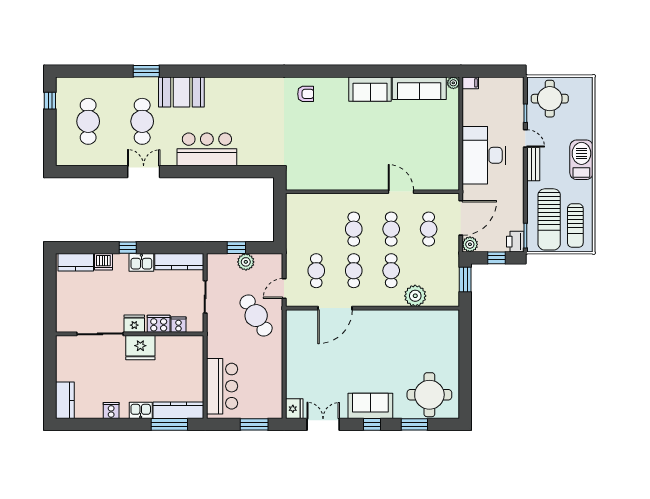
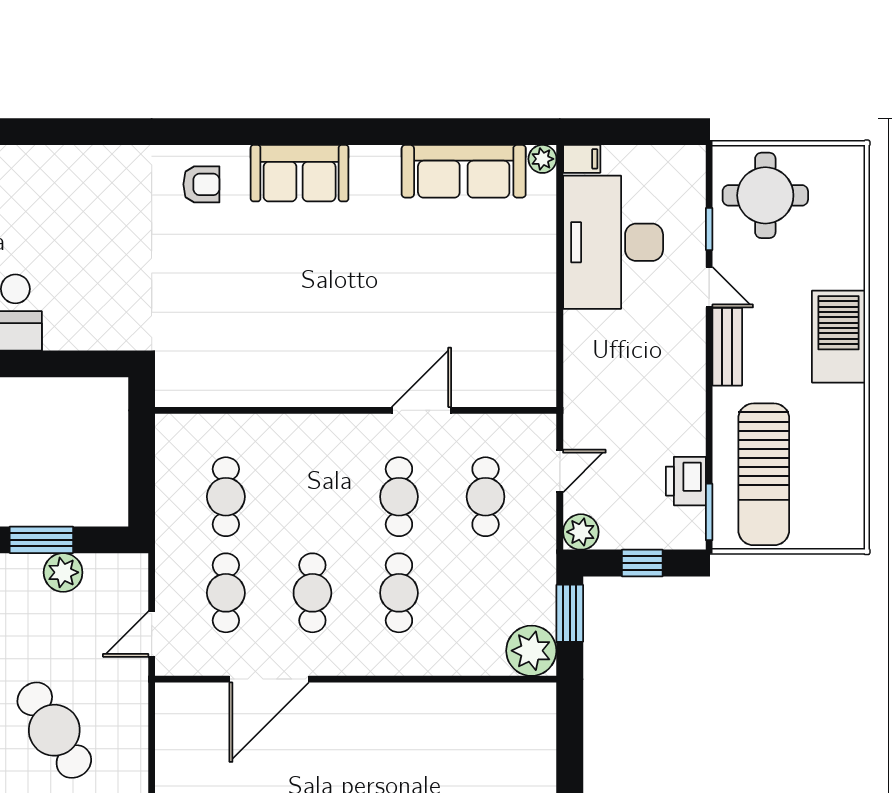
sofa: (370, 89) -> (300, 173), moved
desk: (484, 155) -> (613, 242), moved
door: (401, 192) -> (421, 410), hinge flipped
door: (461, 218) -> (560, 471), width x0.53
sun lounger: (575, 226) -> (824, 489), removed
cafe table: (354, 229) -> (226, 497), moved
printer: (515, 242) -> (686, 481), moved
window: (236, 248) -> (41, 540), width x1.50
plant: (415, 296) -> (531, 651), moved
cafe table: (256, 316) -> (54, 730), moved

